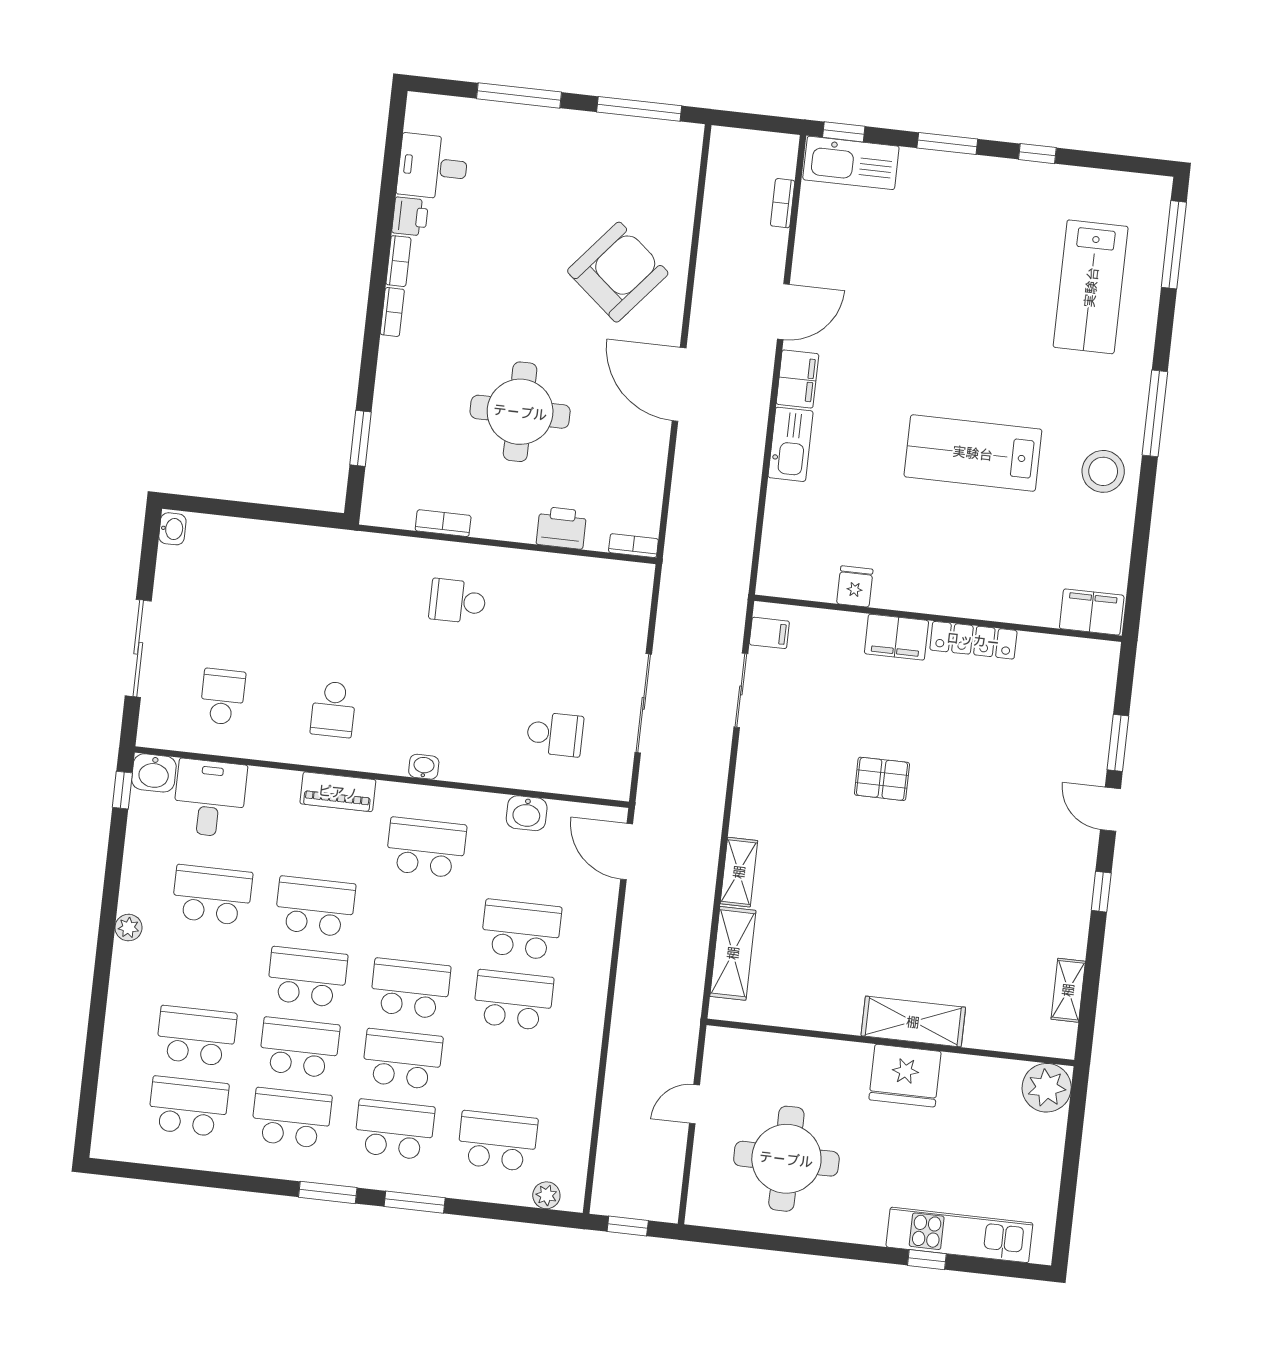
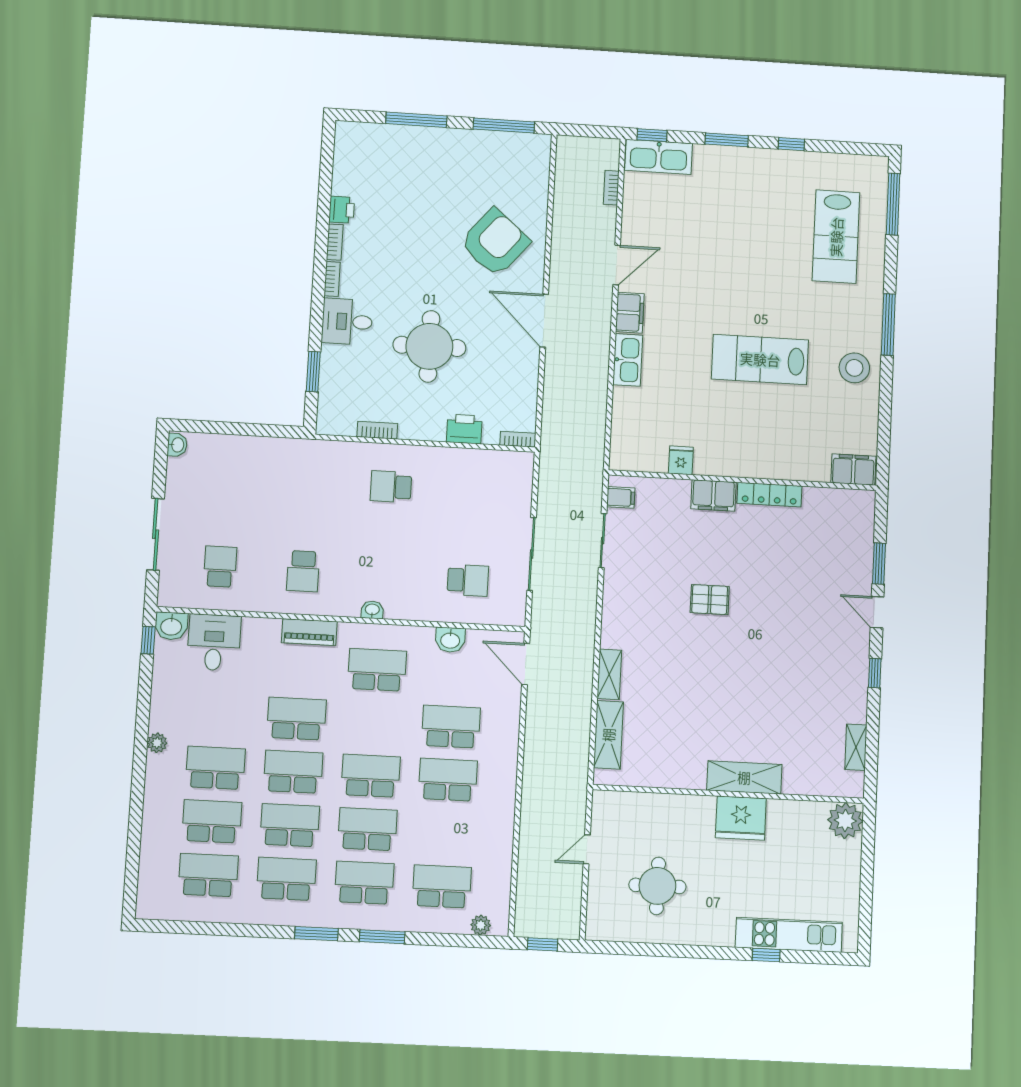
desk: (433, 167) -> (347, 322), moved
school desk: (212, 895) -> (215, 768), moved
round table: (786, 1159) -> (657, 886), width x0.73, depth x0.73

